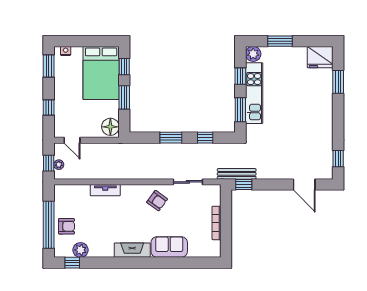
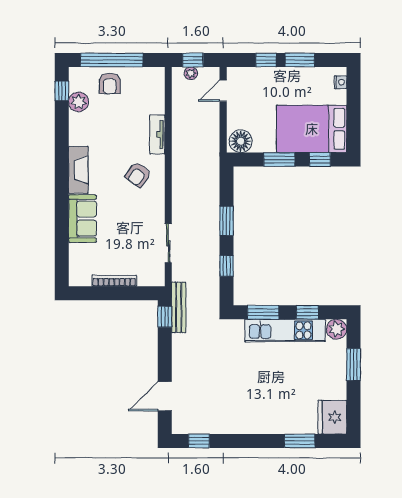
window: (49, 66) -> (300, 60), moved
armchair: (157, 201) -> (138, 175), moved

